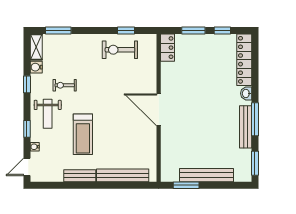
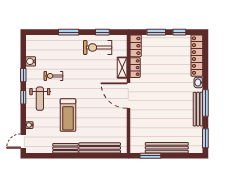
window: (58, 30) -> (69, 32), moved
shelving: (36, 47) -> (122, 68), moved
locker: (167, 75) -> (135, 68), added
window: (27, 129) -> (23, 97), moved

